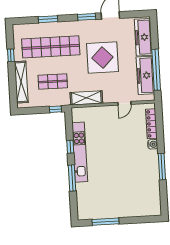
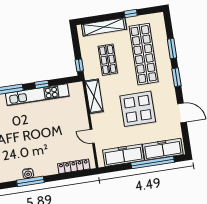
window: (87, 17) -> (176, 77), moved
window: (156, 70) -> (153, 163), moved
water cooler: (153, 144) -> (28, 174), moved

